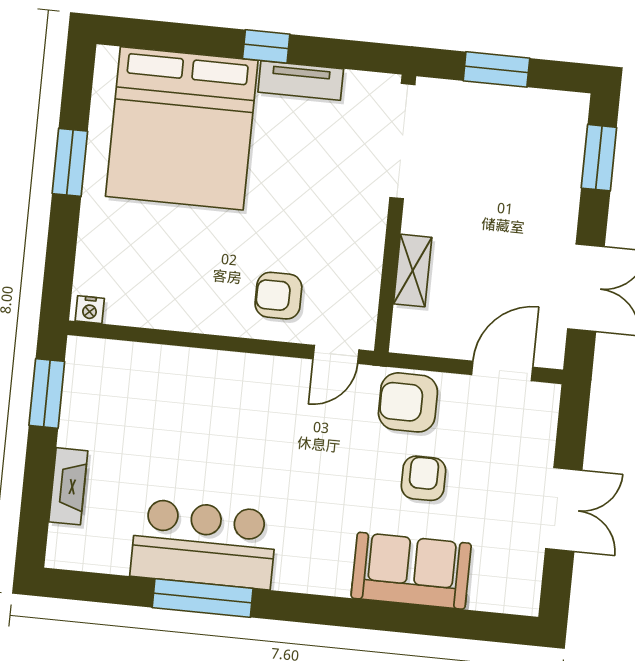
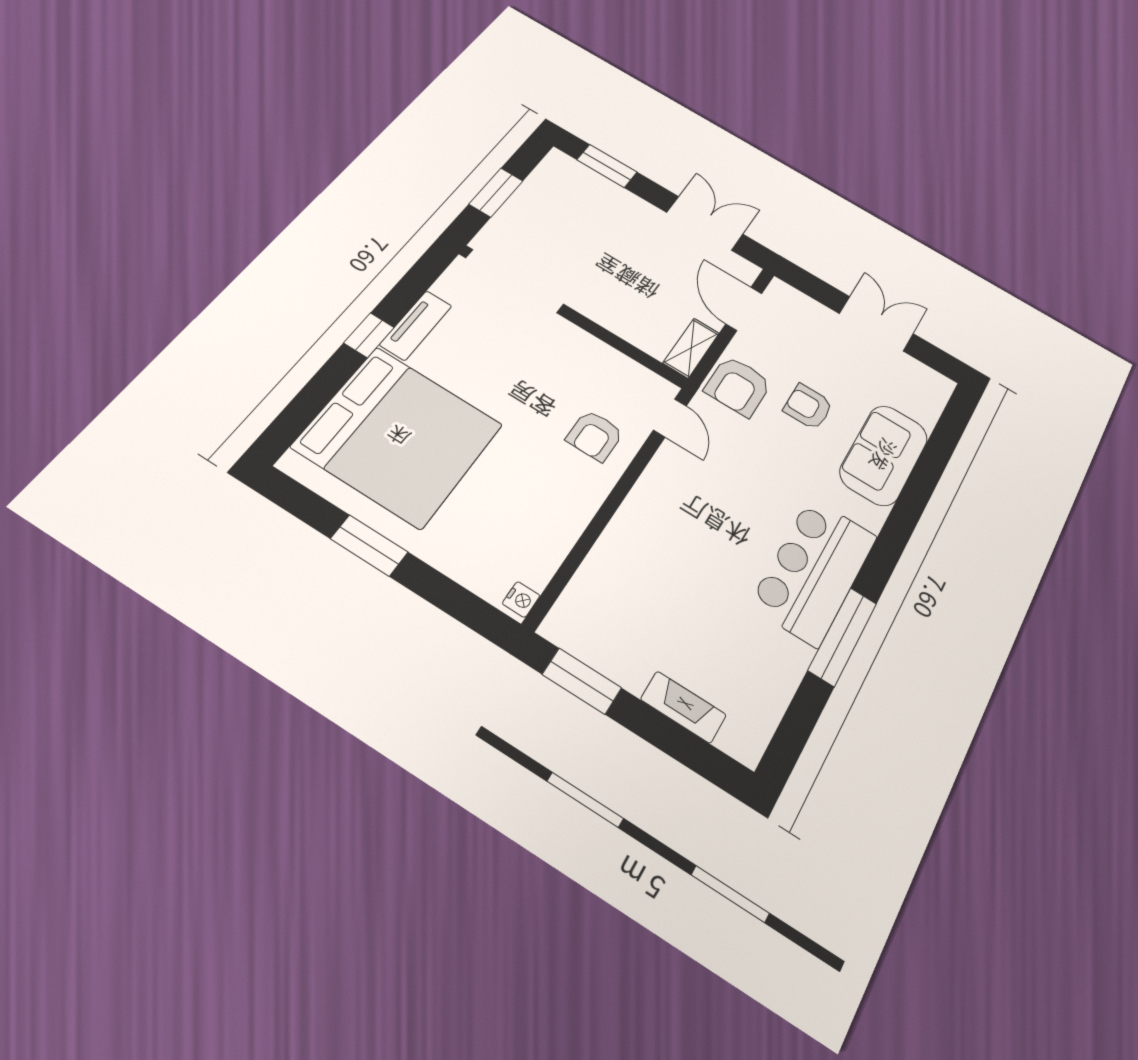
shelving: (413, 271) -> (691, 348), moved, turned 90
bar counter: (204, 544) -> (814, 570), moved

